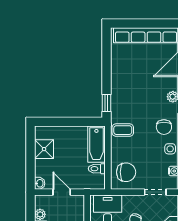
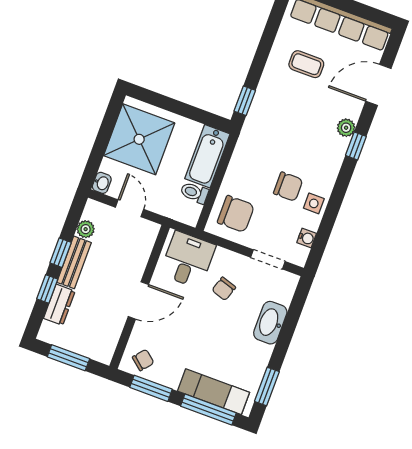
chair: (164, 127) -> (288, 187), moved, turned -90
coffee table: (123, 130) -> (306, 64), moved
shower: (44, 149) -> (139, 139), width x1.86, depth x1.86

